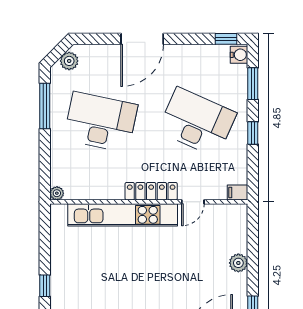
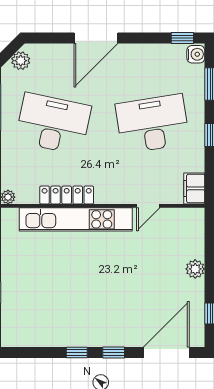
desk: (197, 122) -> (153, 124), turned -33
locker: (151, 191) -> (67, 195), moved
filing cabinet: (237, 192) -> (194, 188), width x2.00

